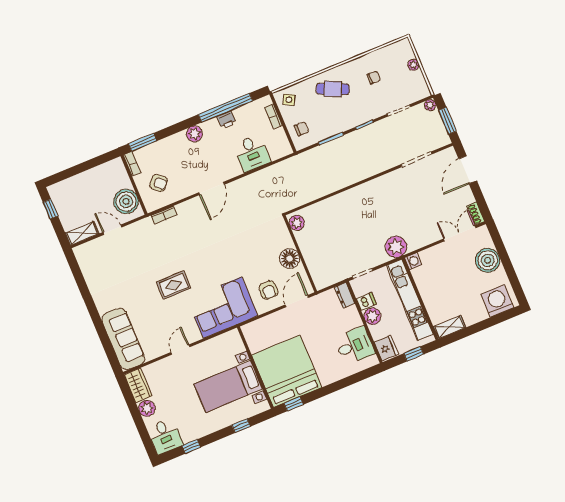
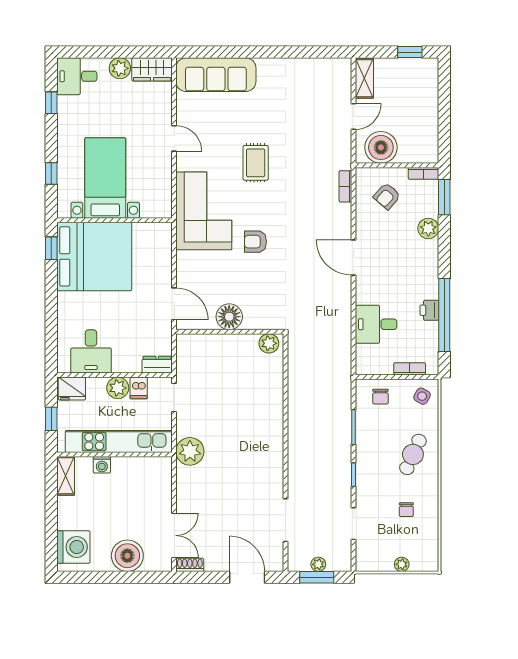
plant: (430, 105) -> (318, 564), moved
plant: (194, 134) -> (428, 228), moved
washing machine: (413, 261) -> (102, 465), moved
armchair: (268, 290) -> (255, 242), moved

